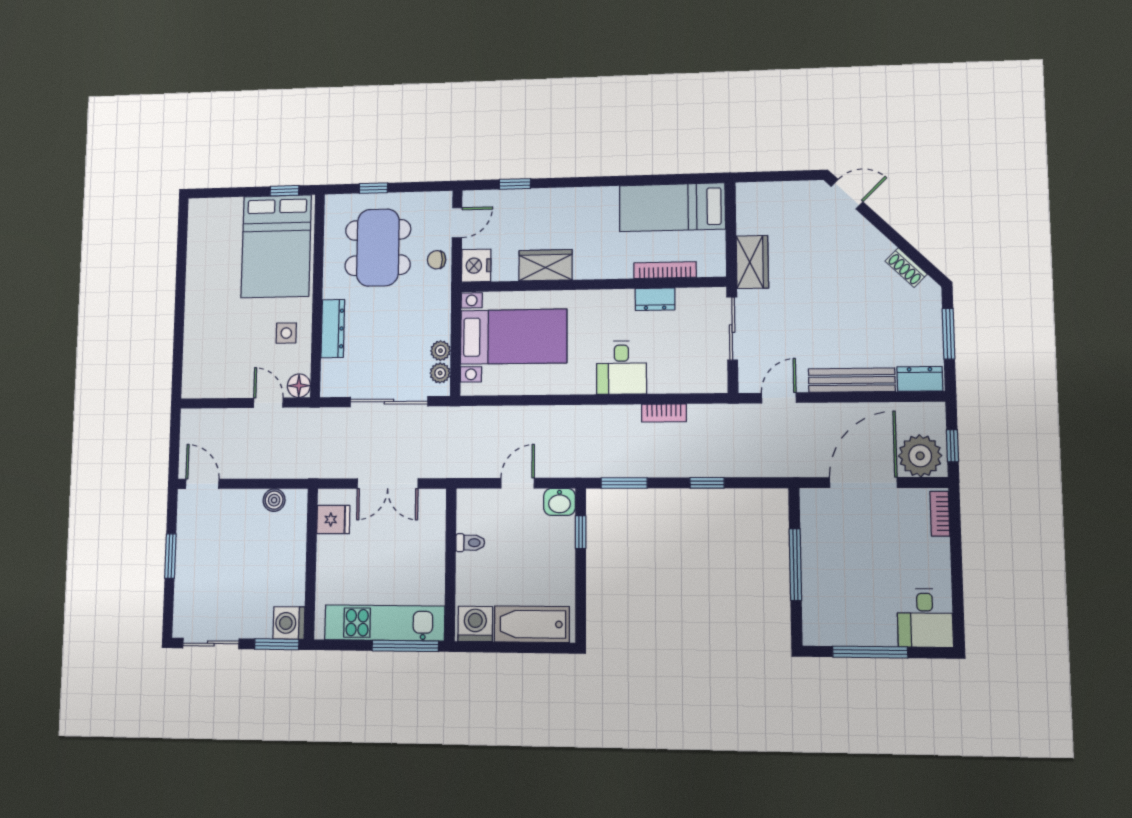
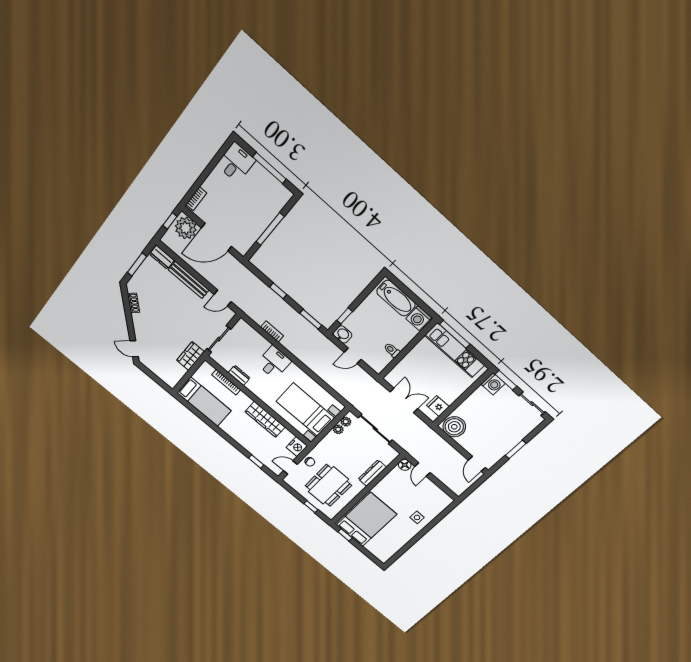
wardrobe: (546, 265) -> (265, 419), width x1.50
side table: (286, 333) -> (417, 517), moved
boiler: (274, 500) -> (454, 427), width x1.86, depth x1.86

